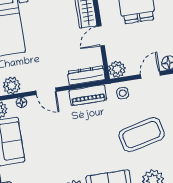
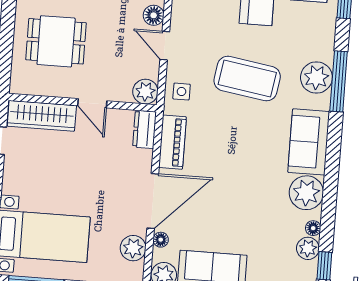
dresser: (86, 75) -> (145, 129), width x0.70
door: (46, 91) -> (153, 201), width x1.87
coffee table: (142, 135) -> (247, 79), turned -68

